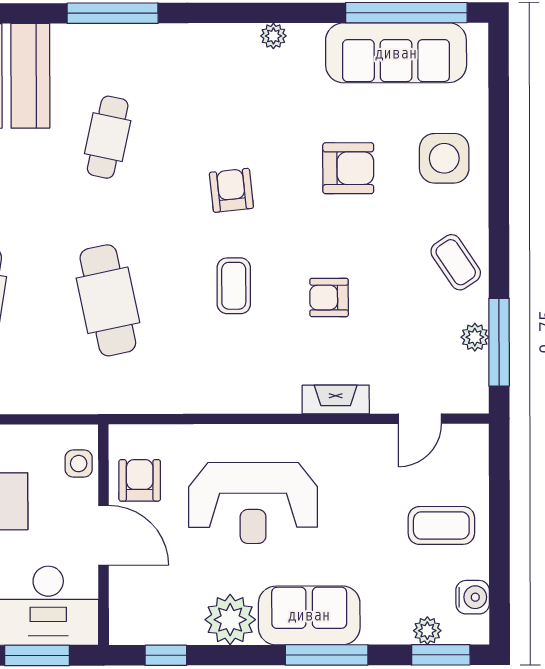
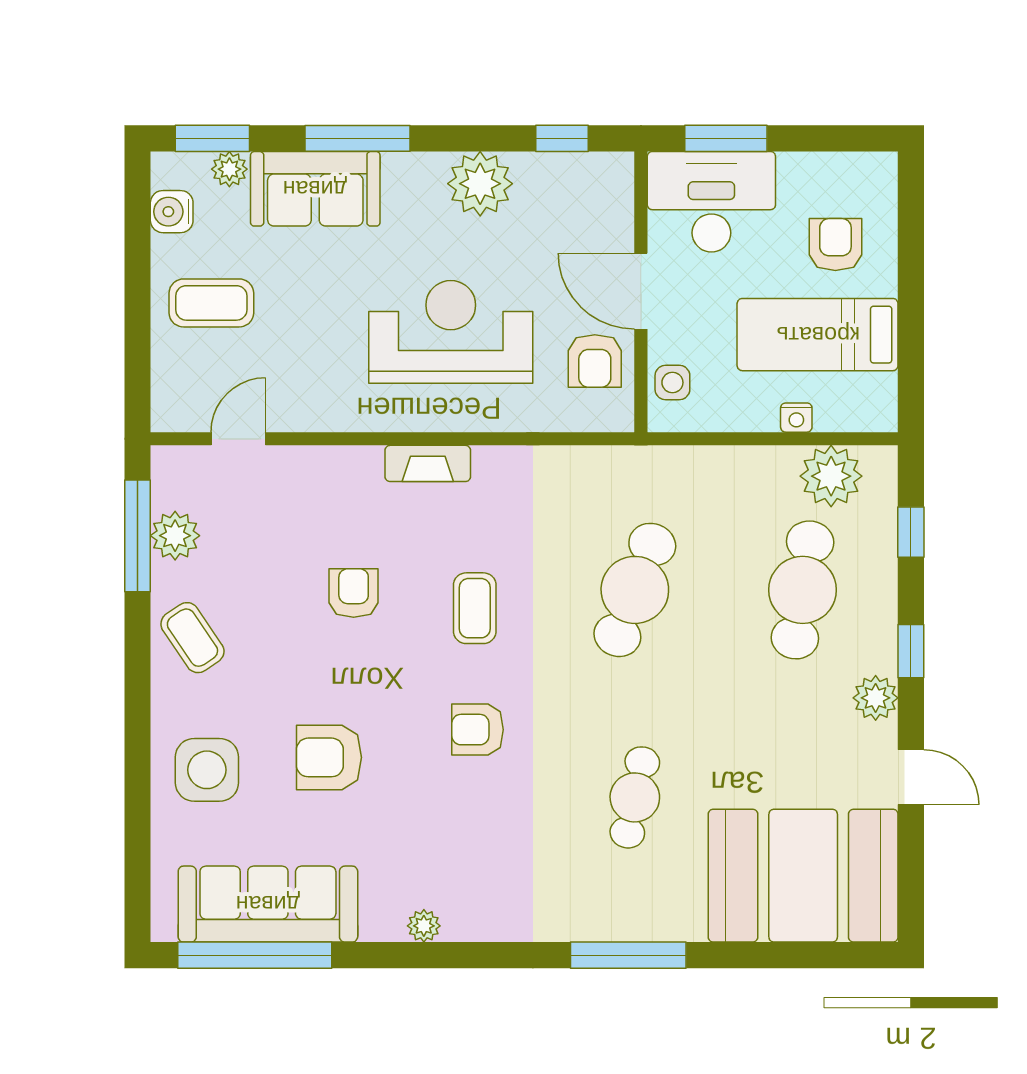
armchair: (231, 190) -> (478, 730), turned 96
armchair: (329, 298) -> (354, 593), turned -90
cafe table: (108, 300) -> (635, 590), turned 33
plant: (475, 337) -> (175, 536), width x1.38, depth x1.38
fireplace: (336, 399) -> (428, 463), moved
sofa: (309, 615) -> (315, 189), moved

